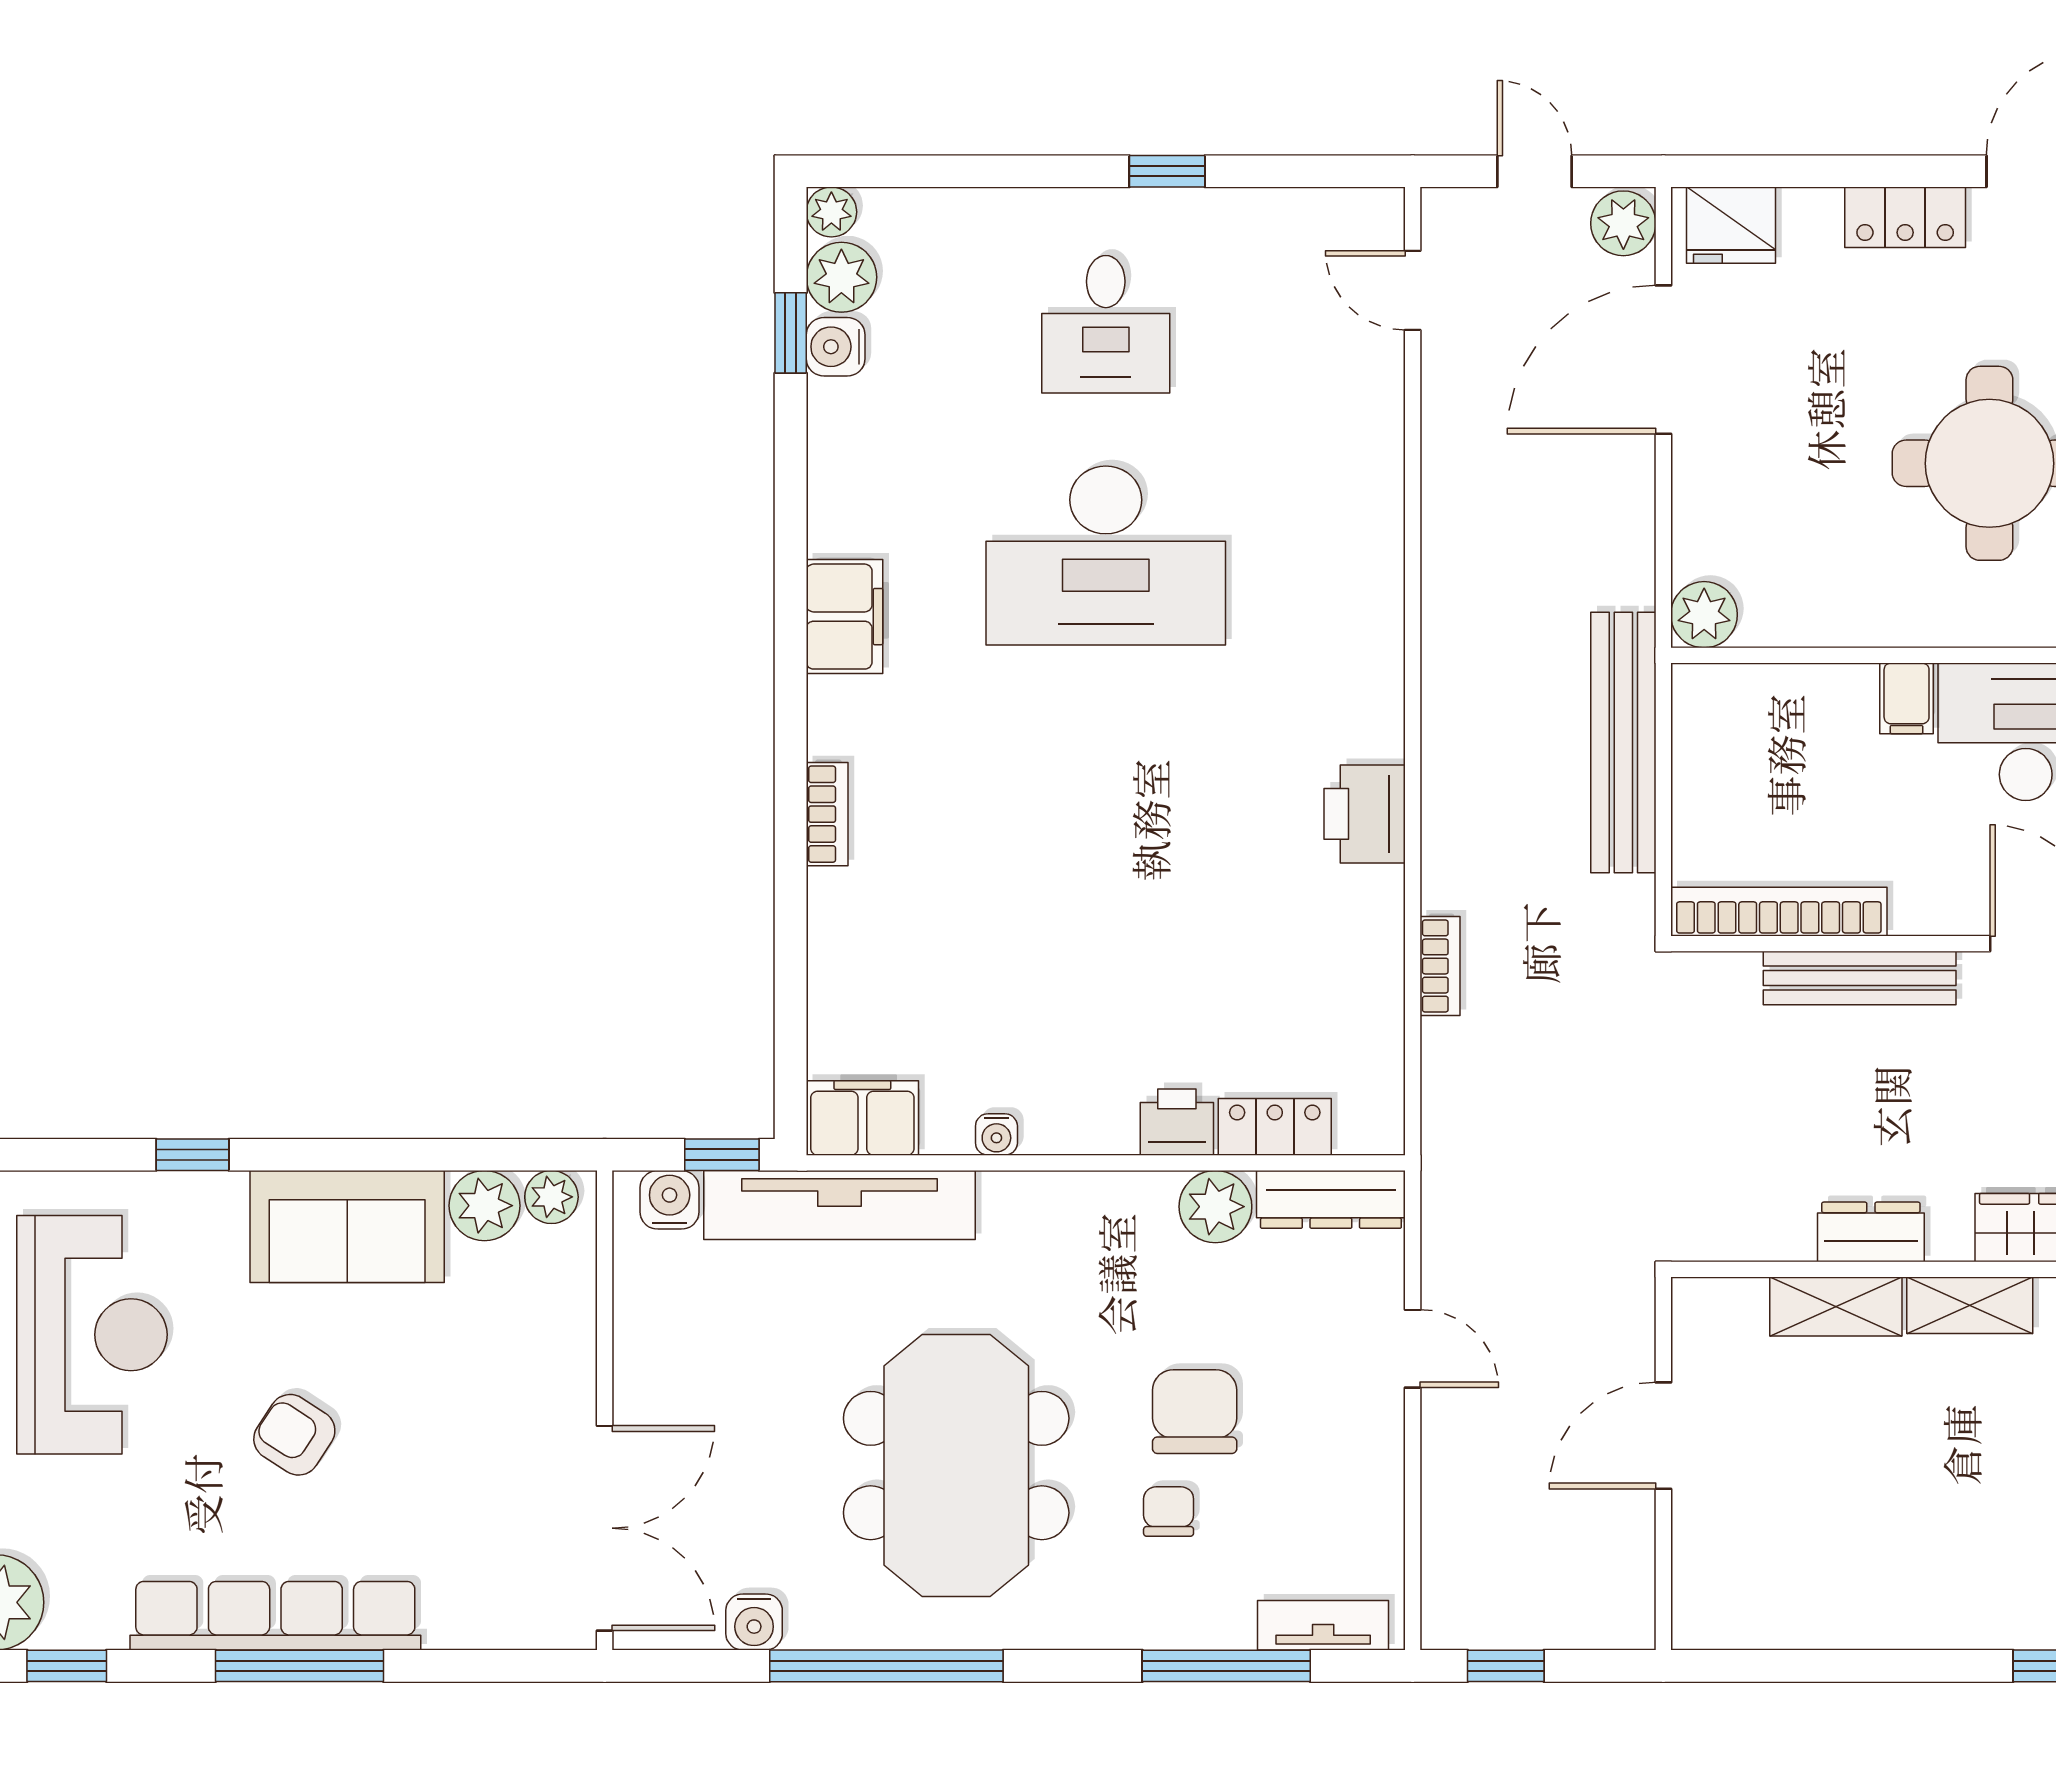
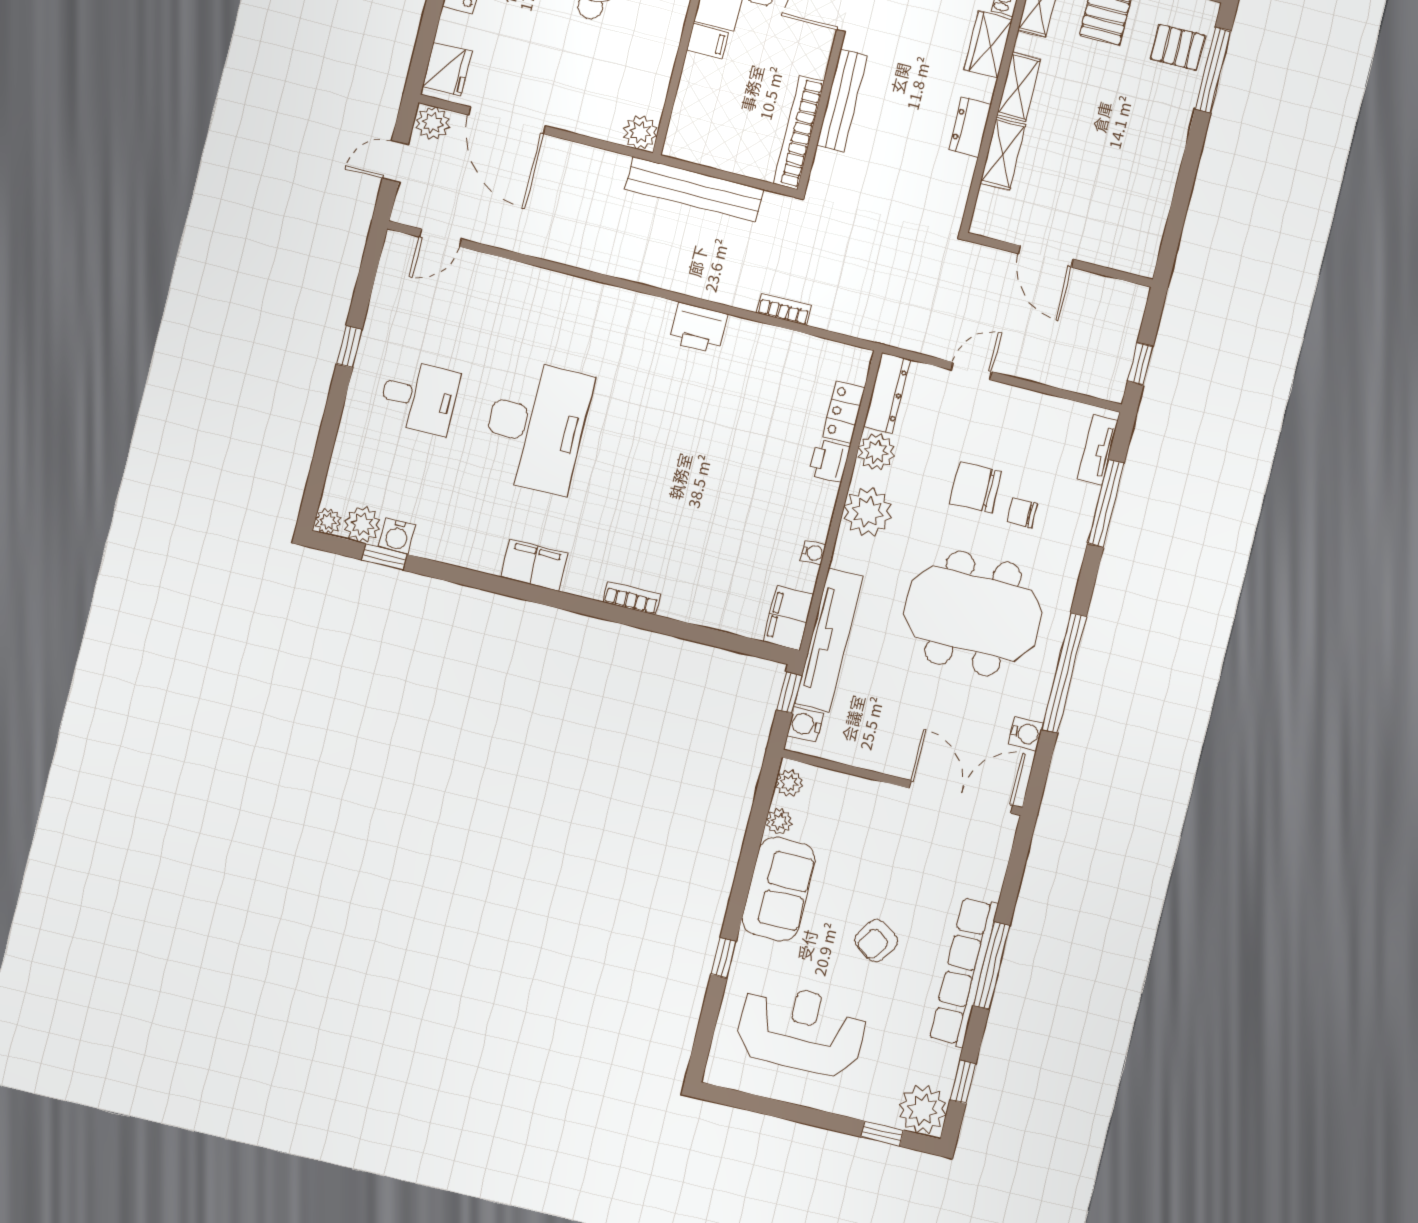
plant: (484, 1206) -> (779, 821), width x0.73, depth x0.73
plant: (1099, 1219) -> (868, 512), added

